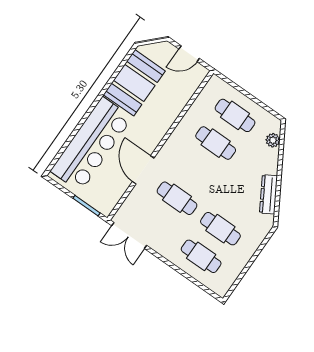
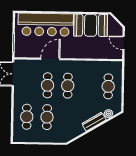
cafe table: (216, 143) -> (68, 86), moved
dresser: (268, 194) -> (94, 122), moved

